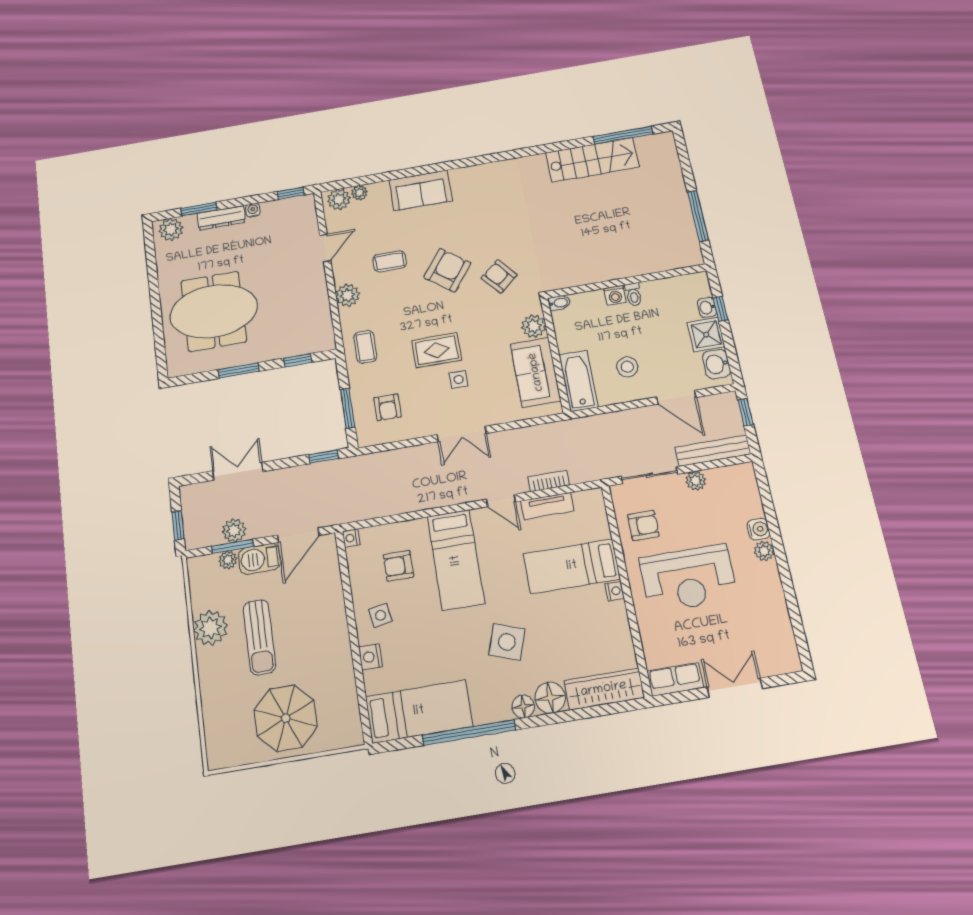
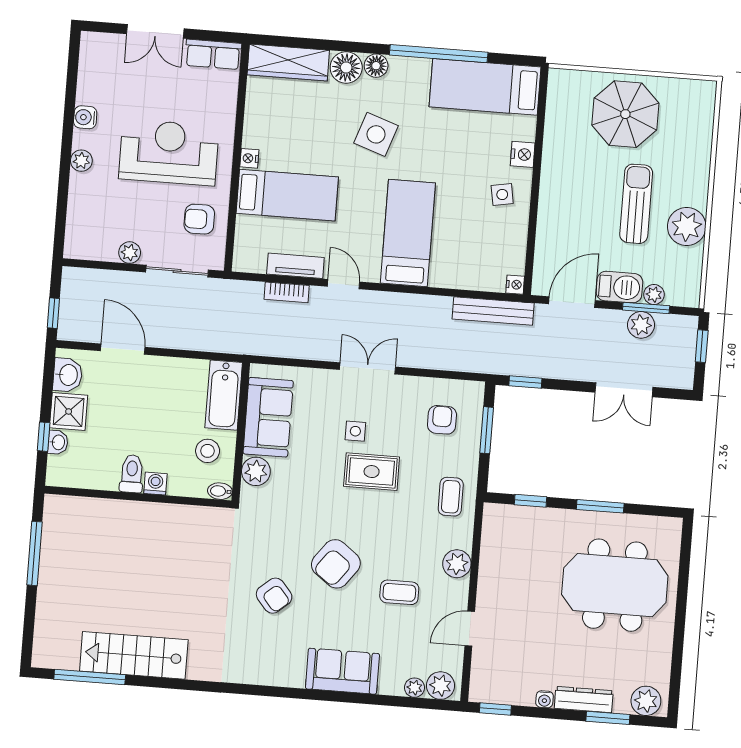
armchair: (499, 276) -> (274, 596), moved
toilet: (634, 294) -> (132, 474), width x1.37, depth x1.39
stool: (627, 367) -> (208, 451), moved
bench: (713, 451) -> (493, 311), moved
water cooler: (759, 529) -> (85, 117), moved
armchair: (398, 566) -> (471, 242), removed

